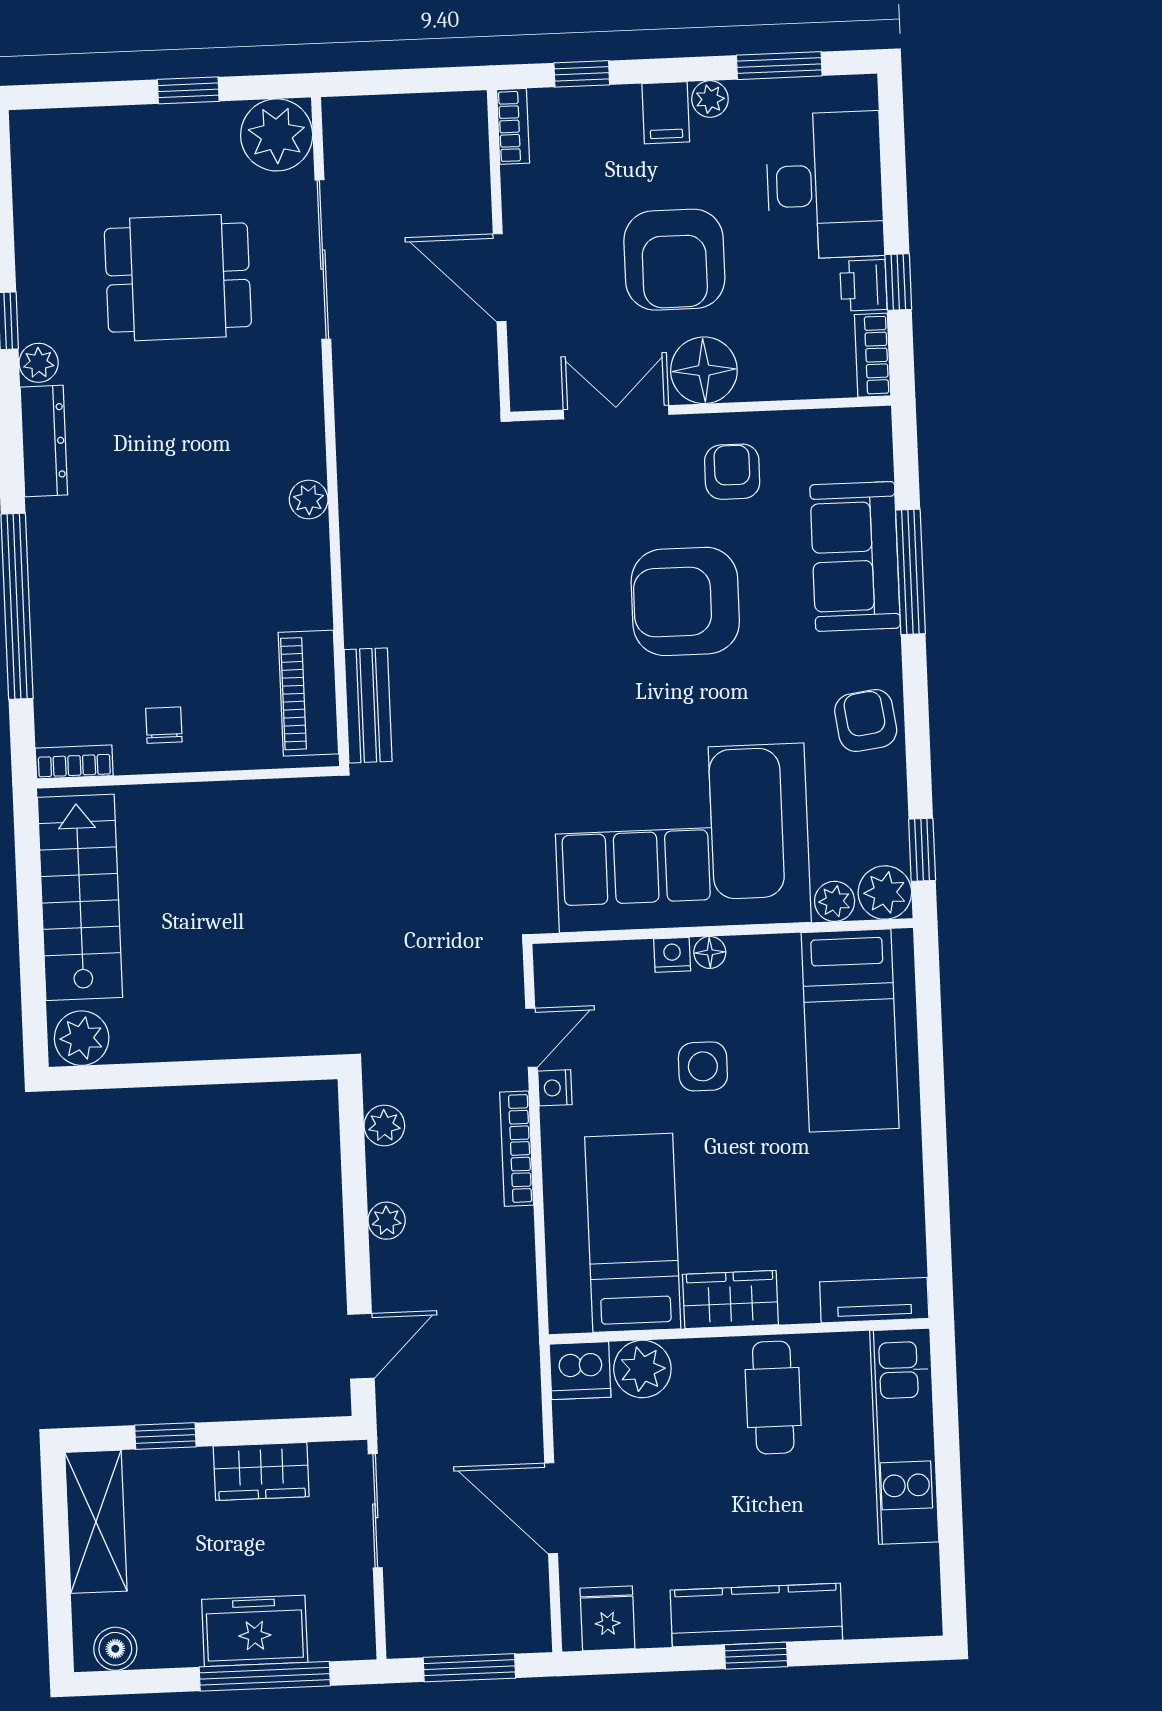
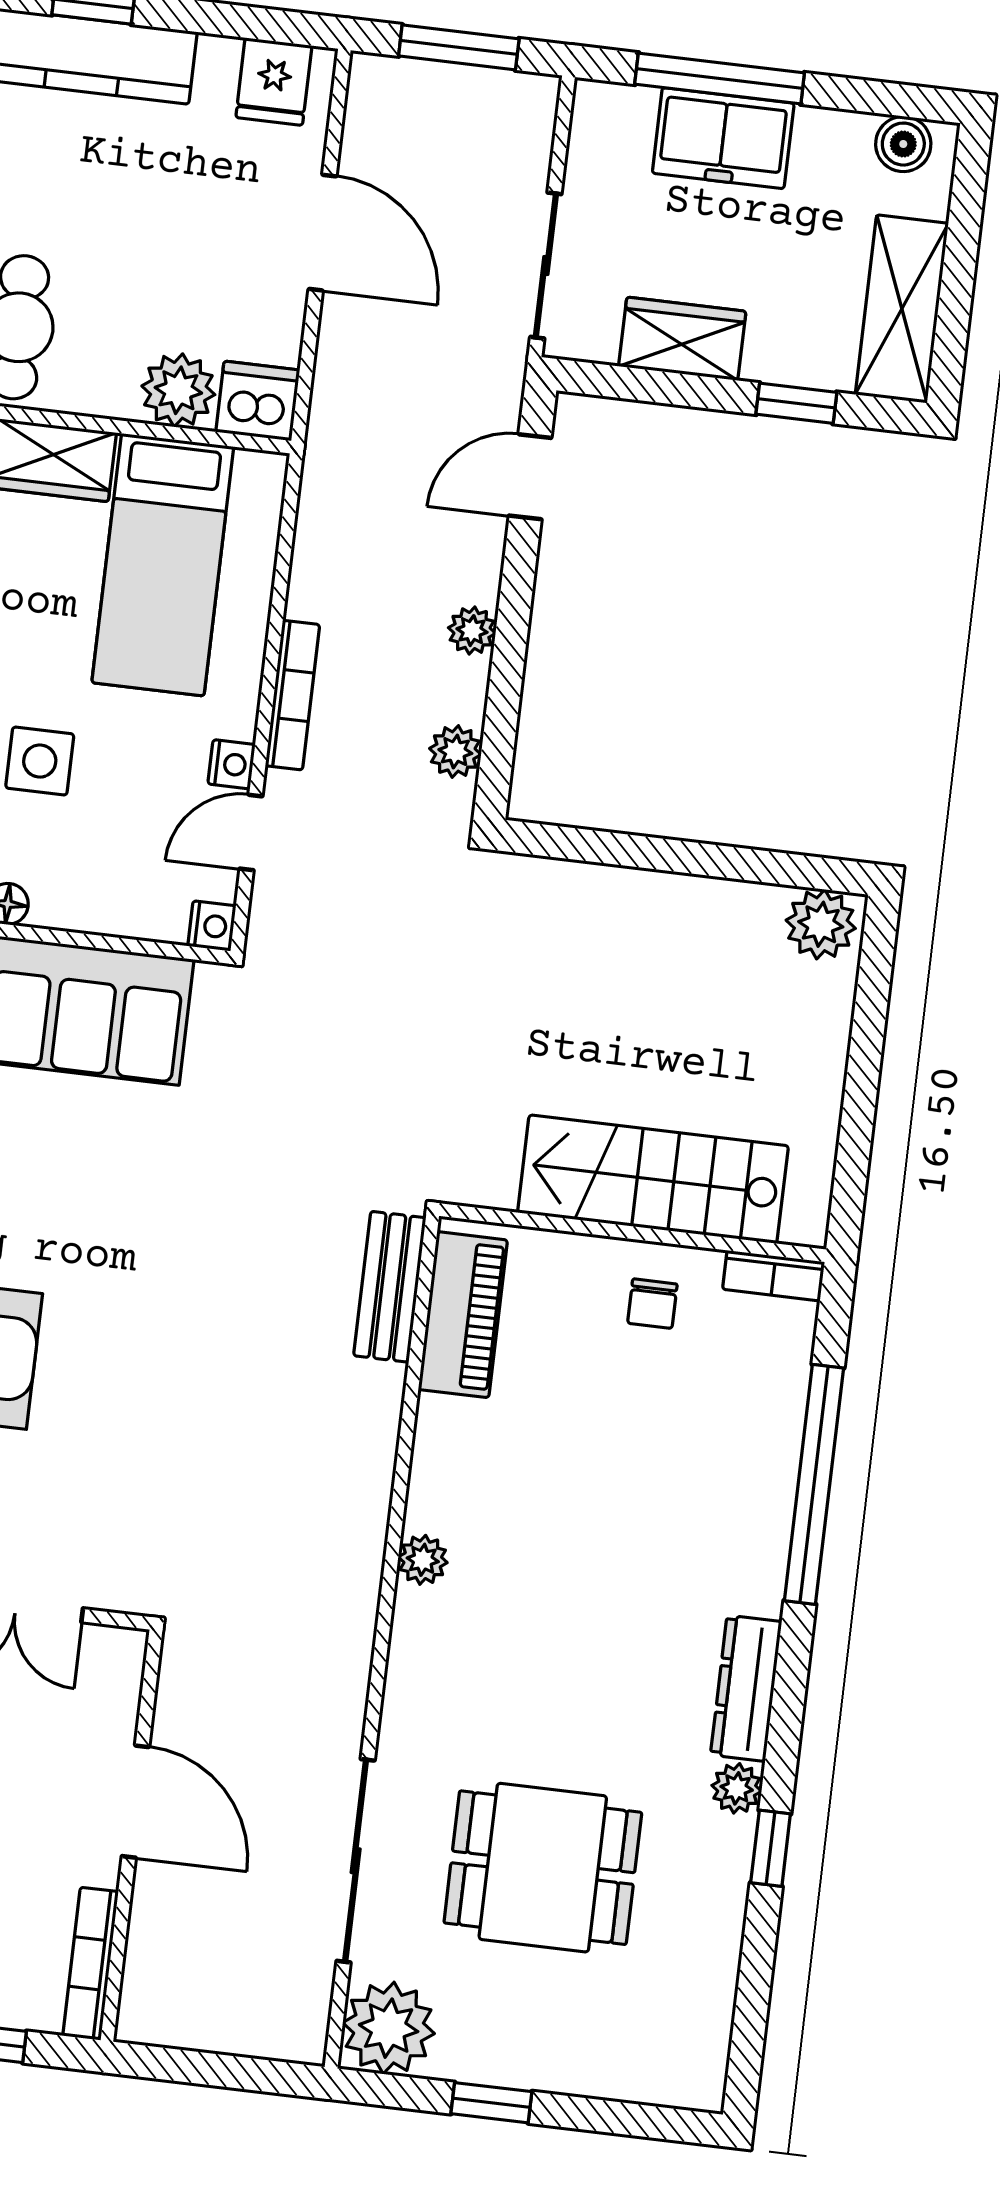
bookcase: (513, 126) -> (90, 1964), width x1.56
stairs: (80, 897) -> (653, 1179), moved, turned 90
nightstand: (672, 955) -> (212, 926), moved, turned -90

